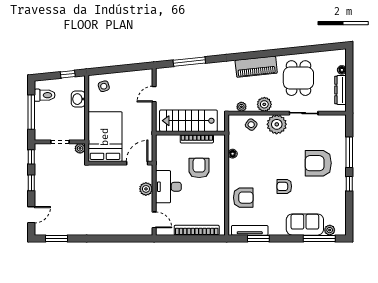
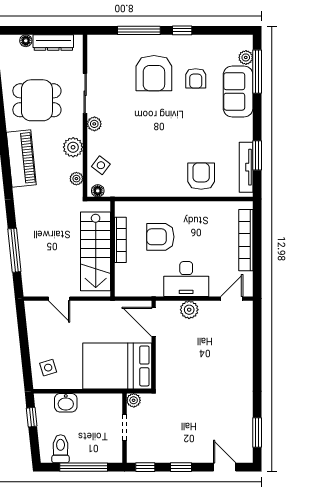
plant: (277, 124) -> (94, 124), width x0.53, depth x0.53
floor lamp: (233, 154) -> (98, 191), moved
armchair: (284, 186) -> (196, 78), moved

